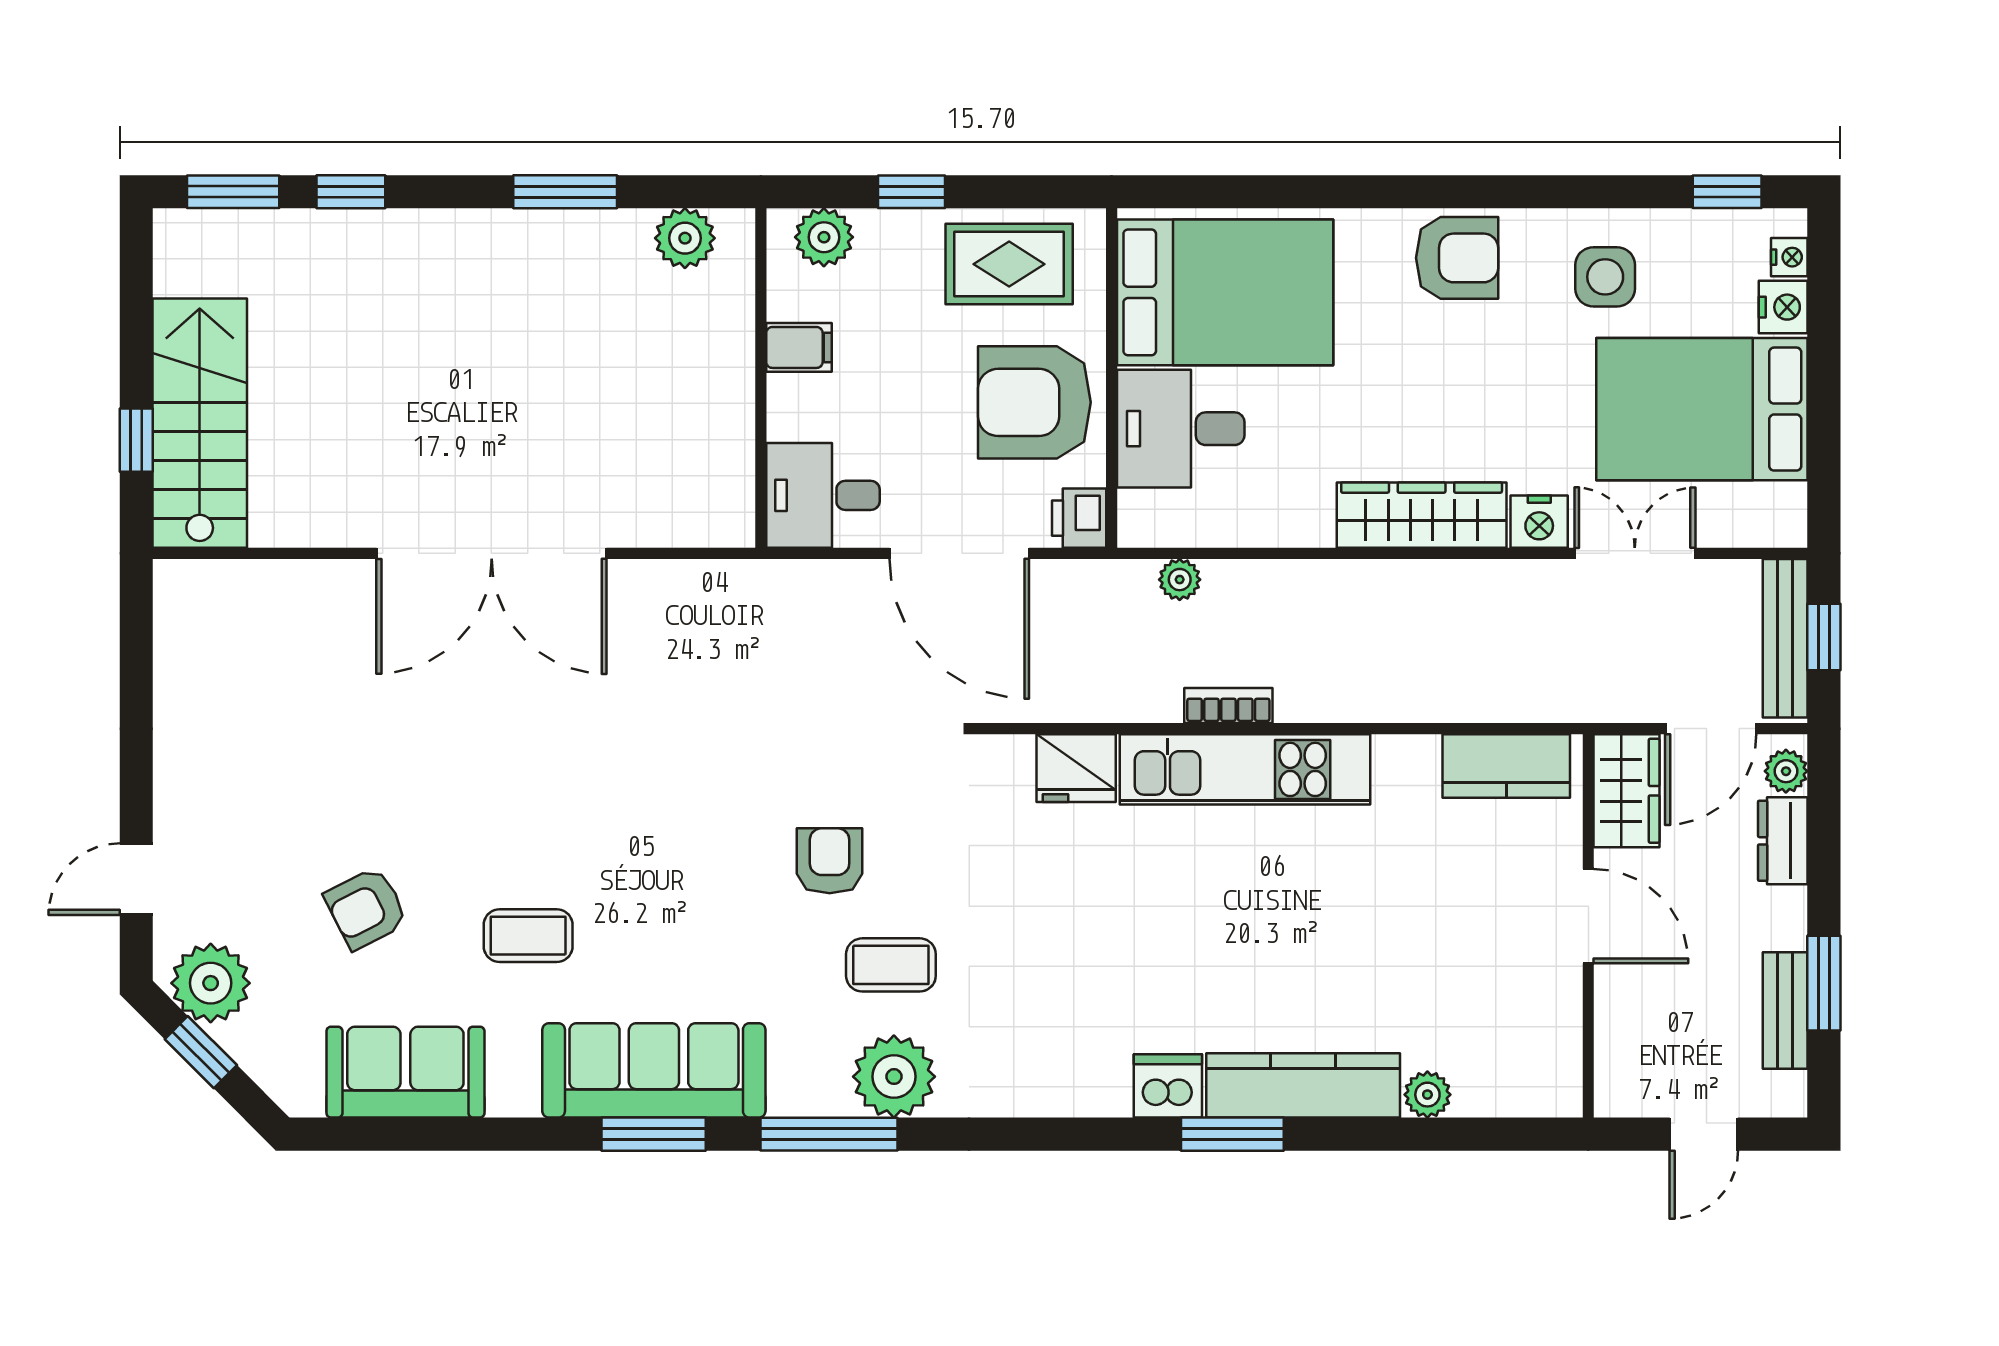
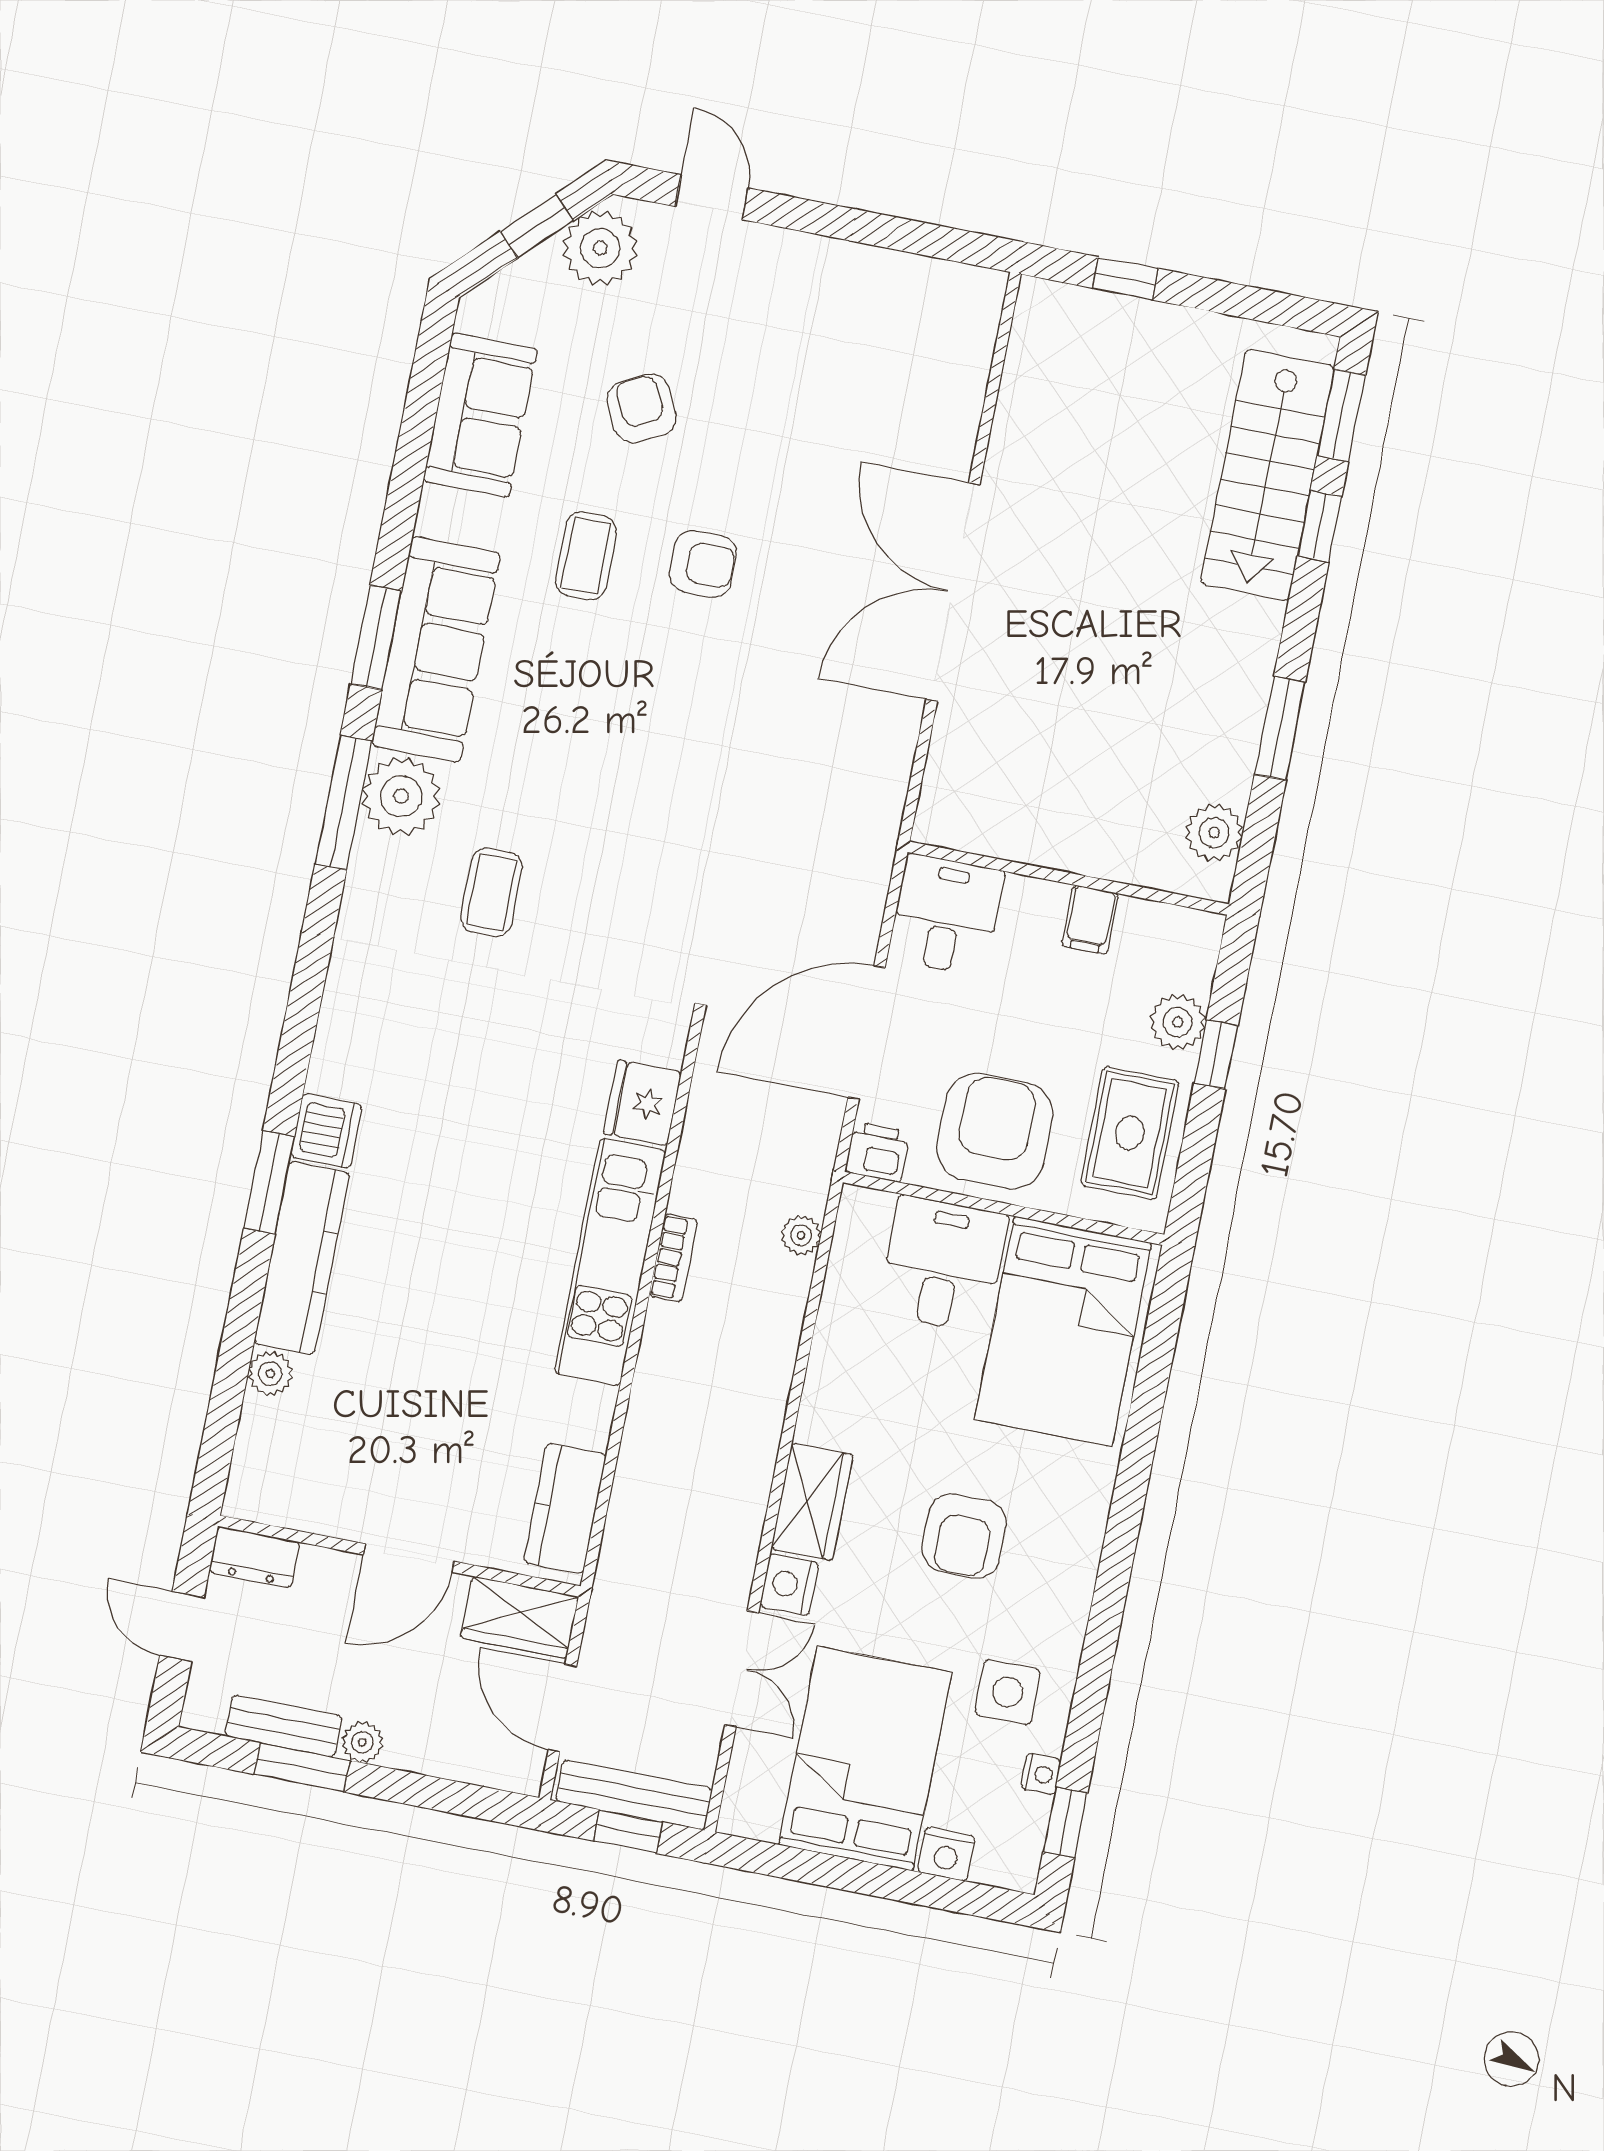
plant: (824, 237) -> (1178, 1022), moved
nightstand: (1789, 257) -> (1041, 1774), moved, turned -90
armchair: (1457, 258) -> (964, 1536), moved
stairs: (200, 423) -> (1268, 475), moved, turned 90
wardrobe: (1422, 515) -> (812, 1502), width x0.67
plant: (1786, 771) -> (362, 1742), moved
dresser: (1783, 841) -> (254, 1557), moved, turned 180
armchair: (830, 861) -> (703, 564), moved
plant: (894, 1077) -> (401, 796), moved

